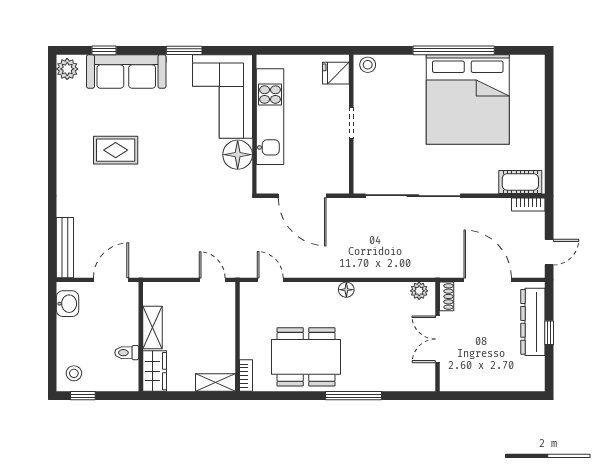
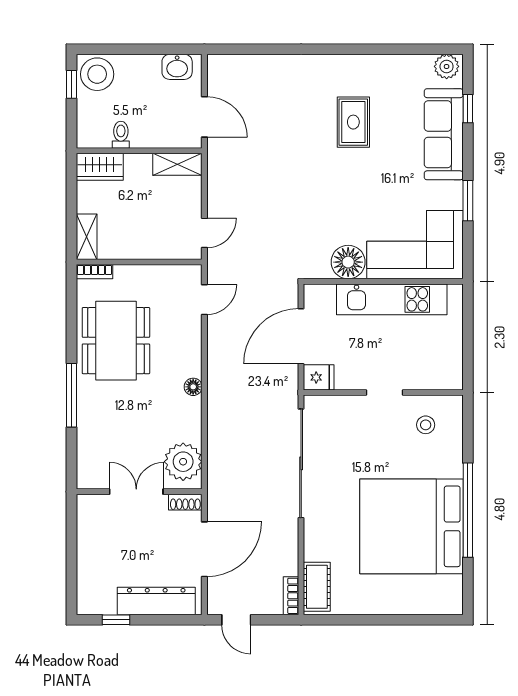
stool: (368, 65) -> (426, 425), moved
fridge: (336, 73) -> (319, 377), moved, turned 90
bench: (65, 248) -> (241, 64), removed
plant: (419, 291) -> (183, 462), width x1.88, depth x1.88
shelving: (152, 328) -> (177, 164), moved
window: (549, 333) -> (116, 620), moved
stool: (74, 373) -> (97, 74), width x1.89, depth x1.89

